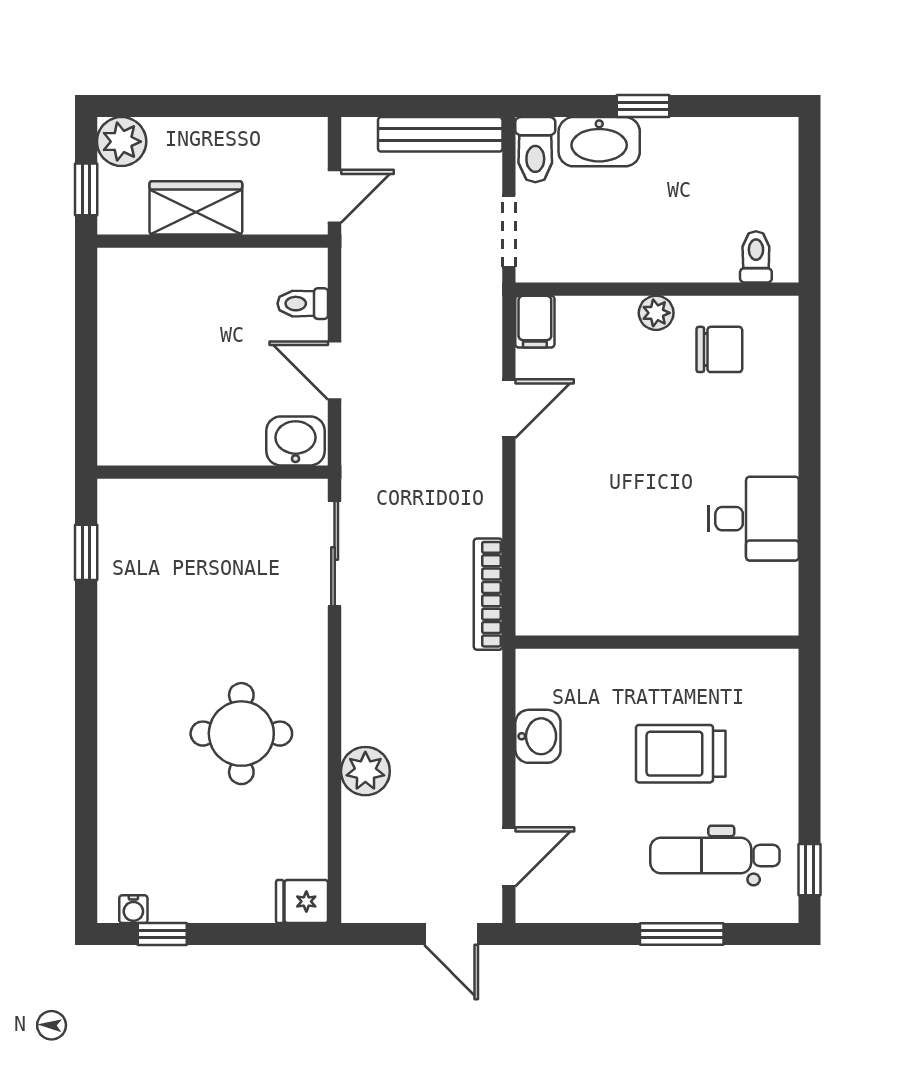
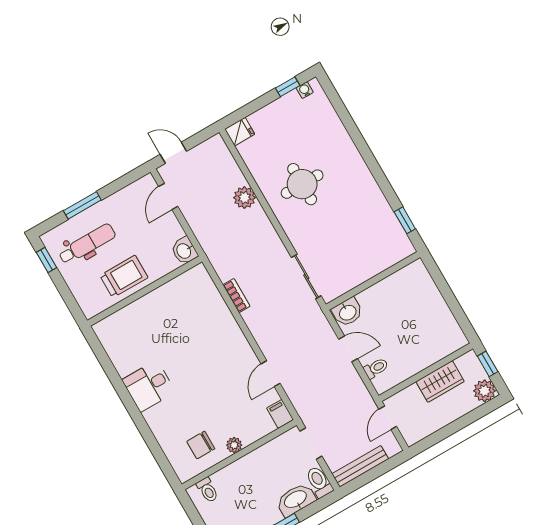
bookcase: (488, 594) -> (236, 296), width x0.64
wall: (657, 642) -> (145, 291), moved

